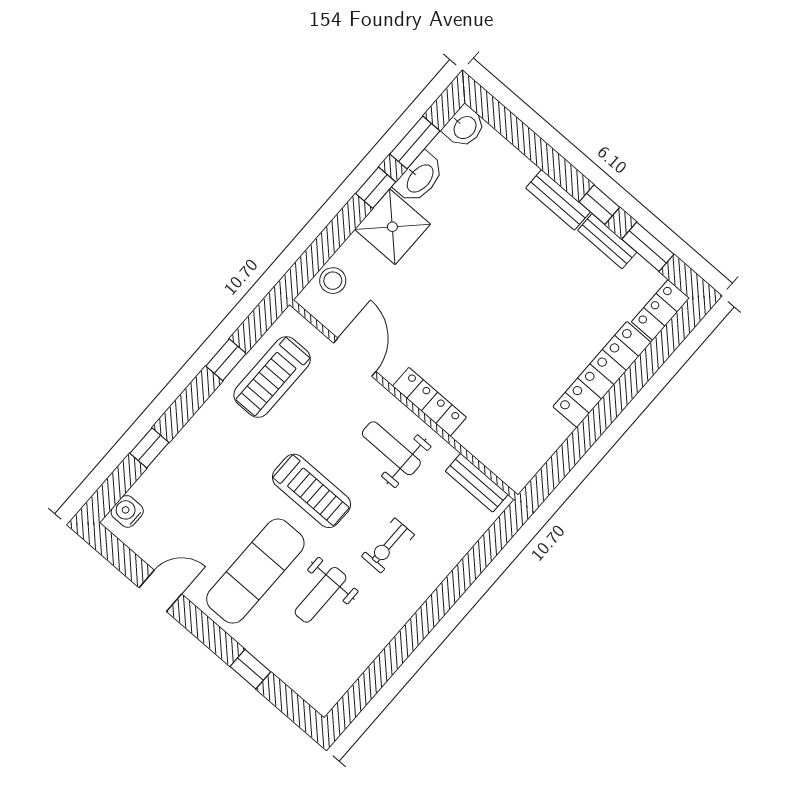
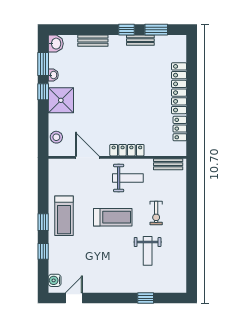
washbasin: (419, 178) -> (53, 75), width x0.52, depth x0.69
bench: (558, 200) -> (93, 41), moved
locker: (660, 310) -> (180, 129), moved
window: (226, 360) -> (43, 222), moved
treadmill: (272, 377) -> (64, 216), moved
weight bench: (391, 448) -> (128, 178), turned 180
exercise mat: (255, 571) -> (118, 262), removed
door: (160, 591) -> (74, 298), moved

